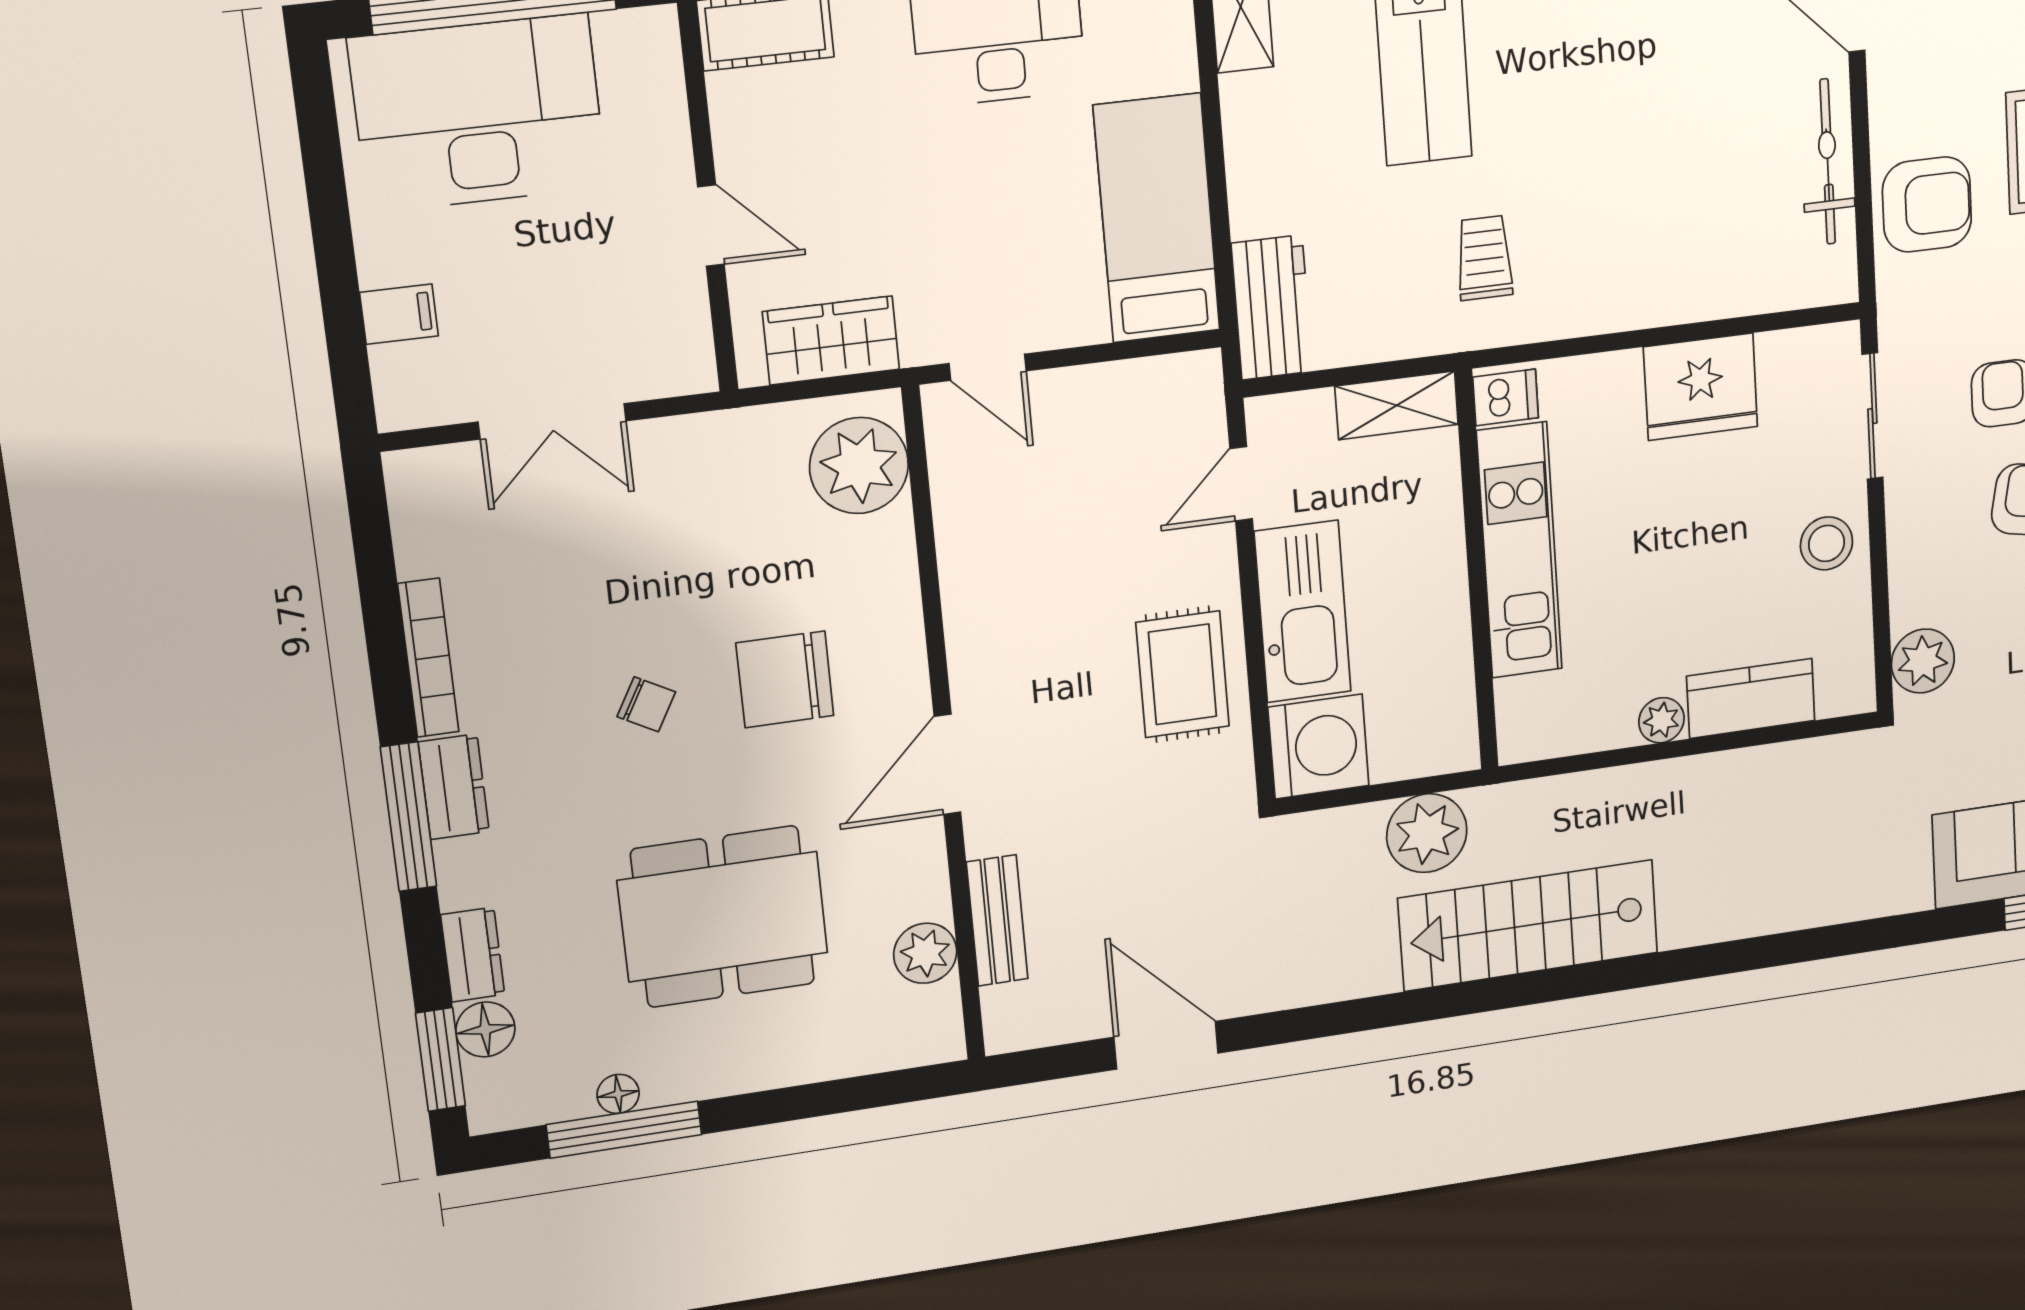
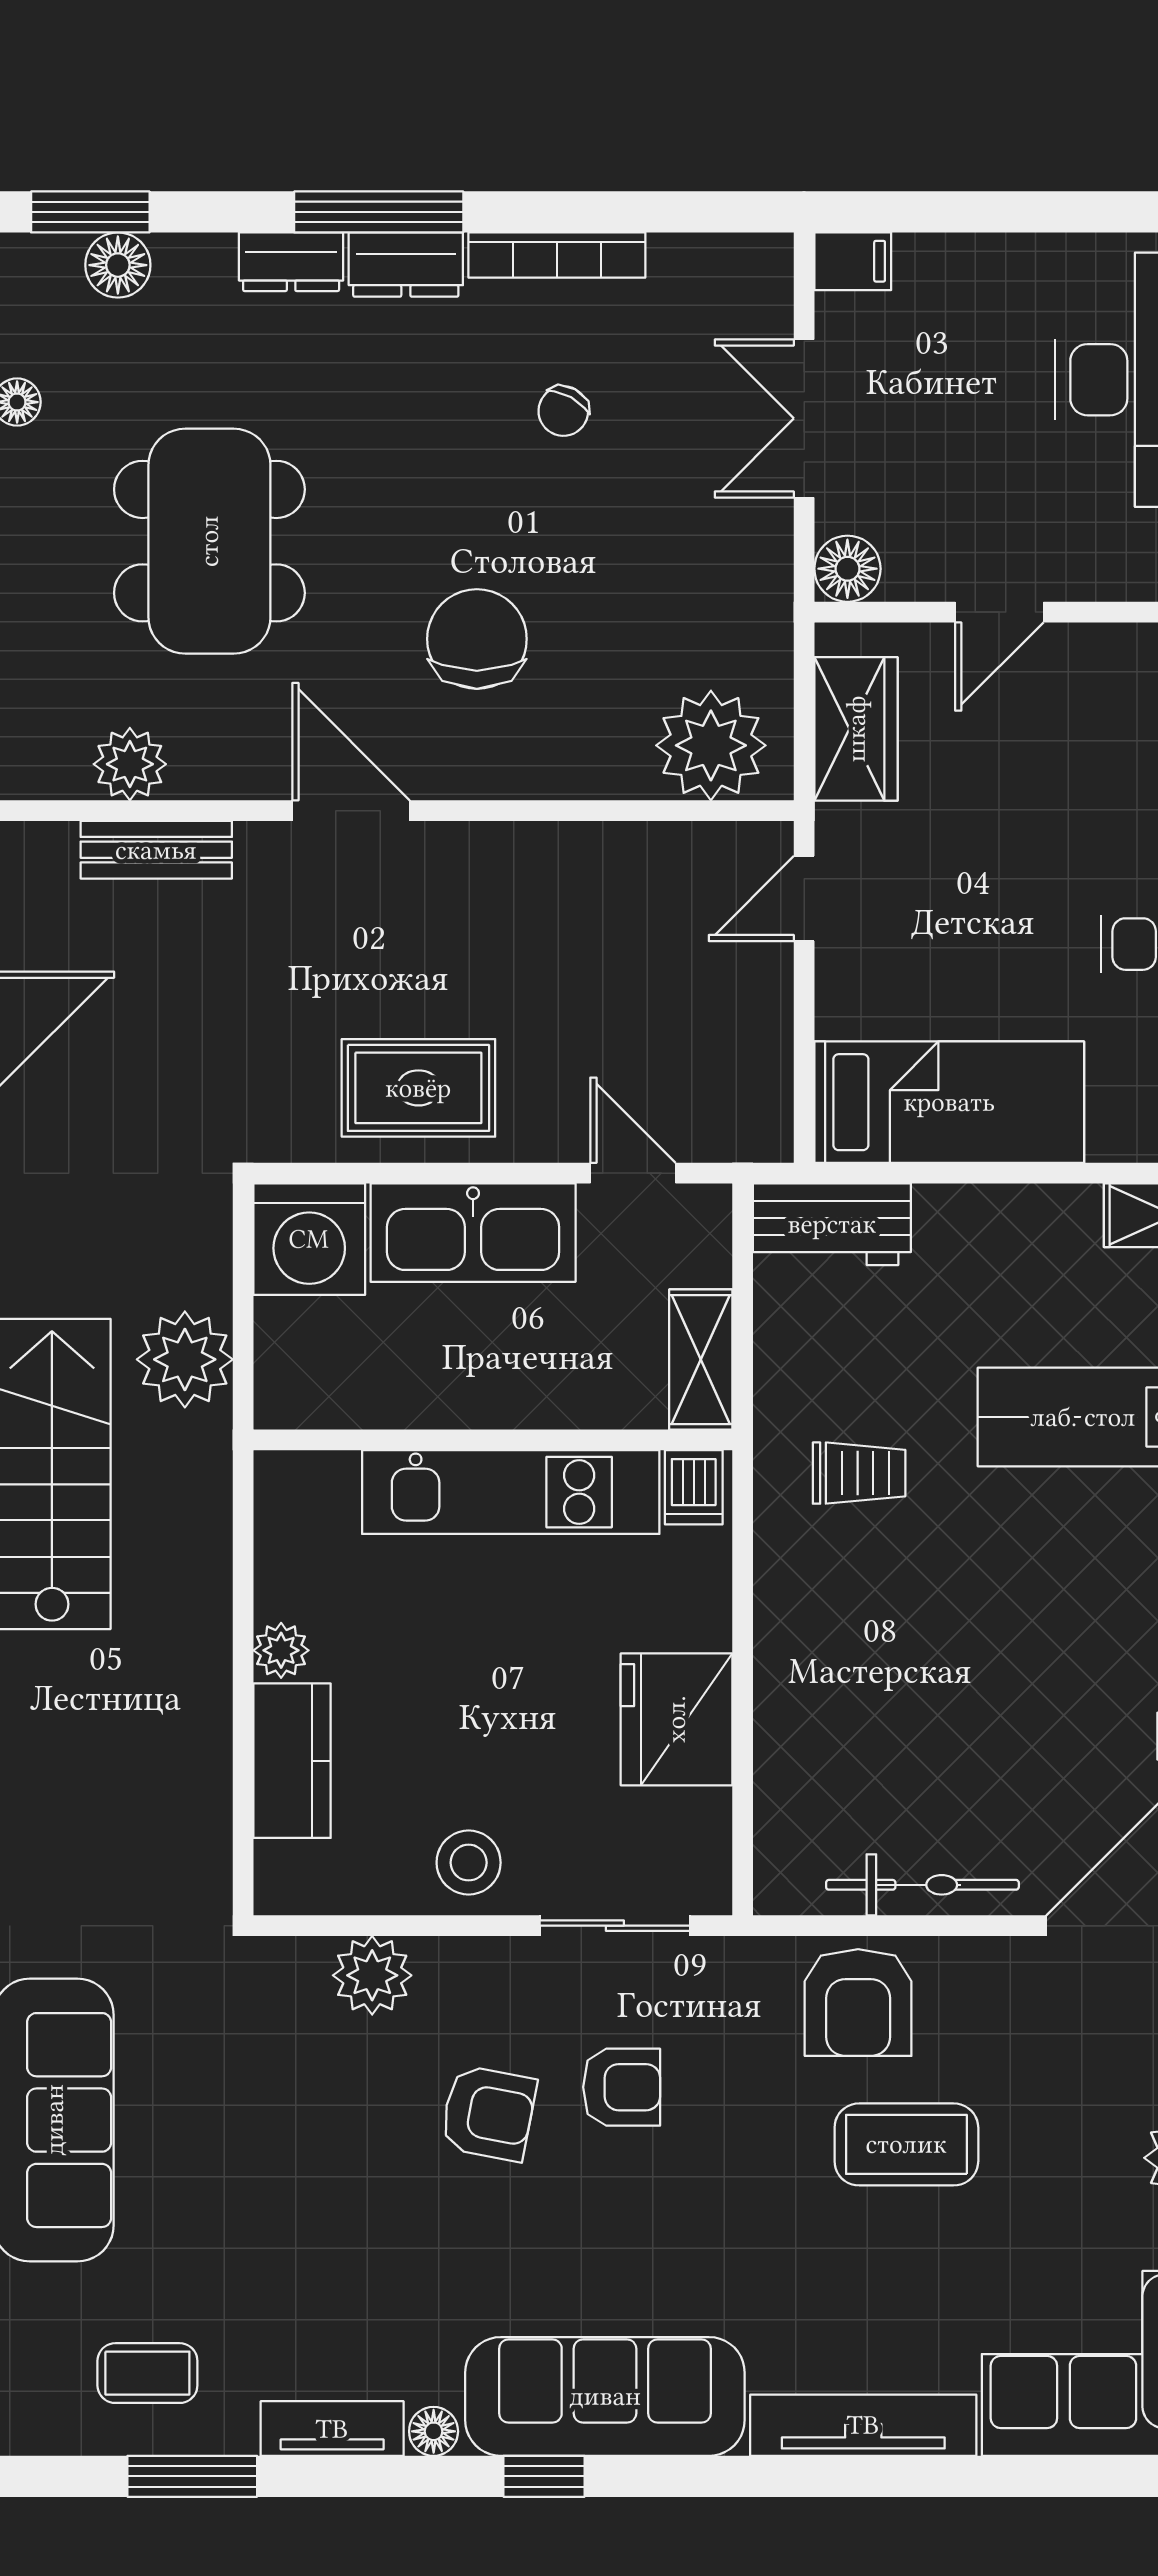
filing cabinet: (399, 314) -> (853, 261), moved, turned -90
floor lamp: (686, 366) -> (847, 569), added
plant: (1923, 661) -> (372, 1975), moved
chair: (646, 704) -> (563, 411), moved
dresser: (473, 955) -> (291, 262), moved

